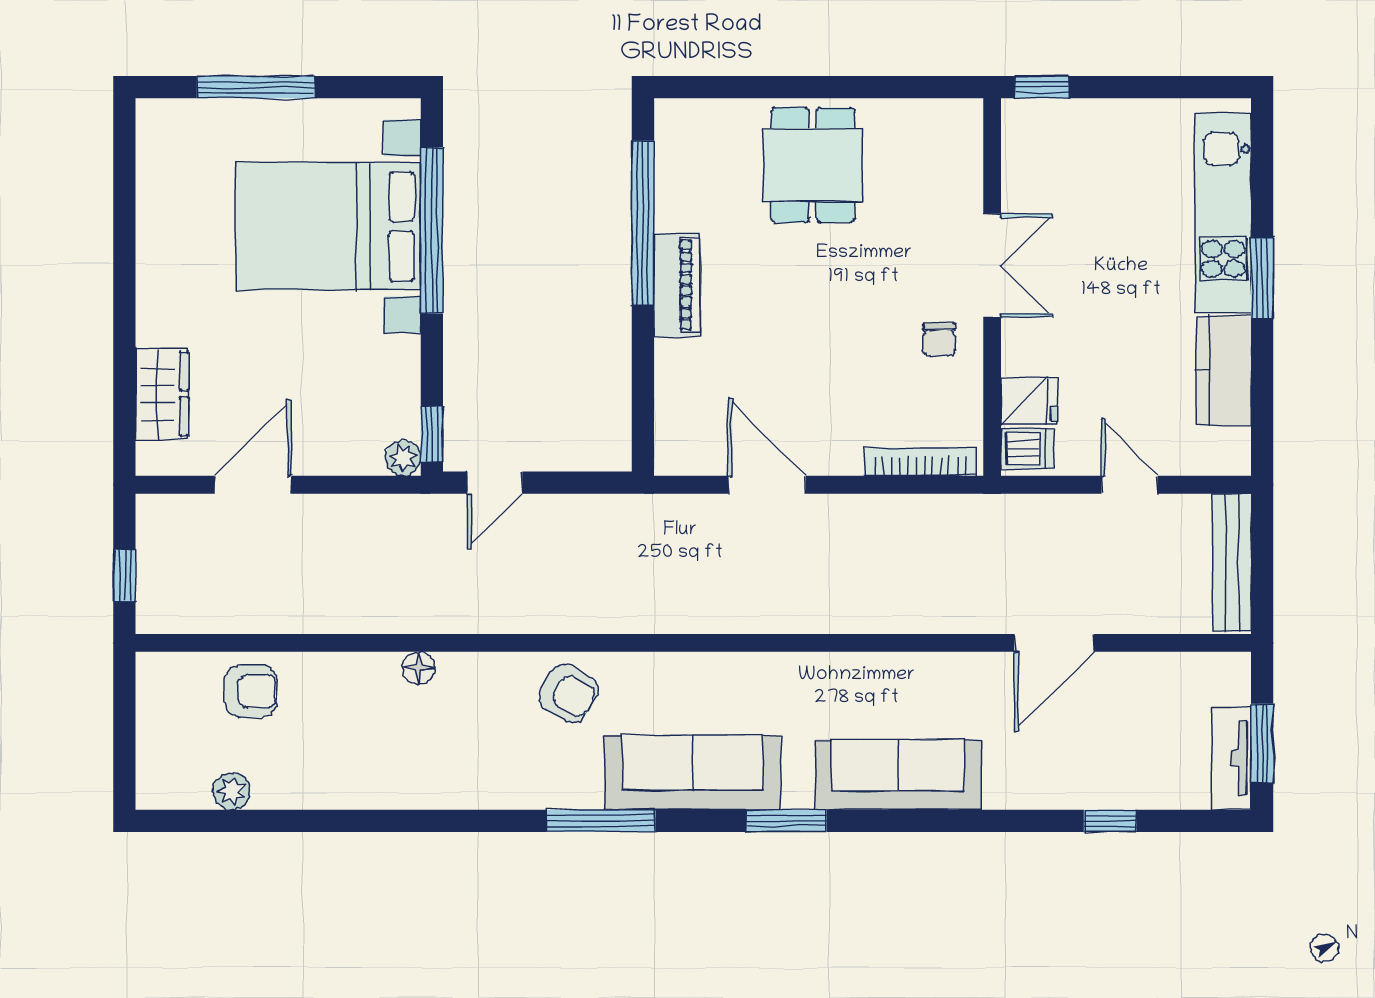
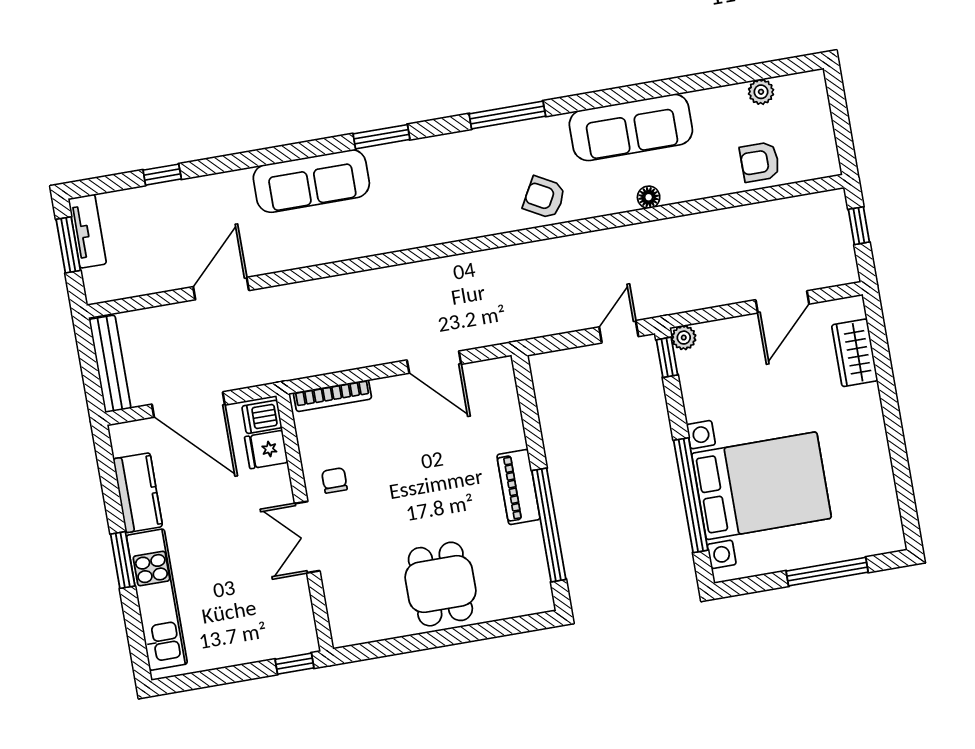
door: (1130, 485) -> (188, 405), width x1.87
sofa: (692, 772) -> (631, 127), moved

